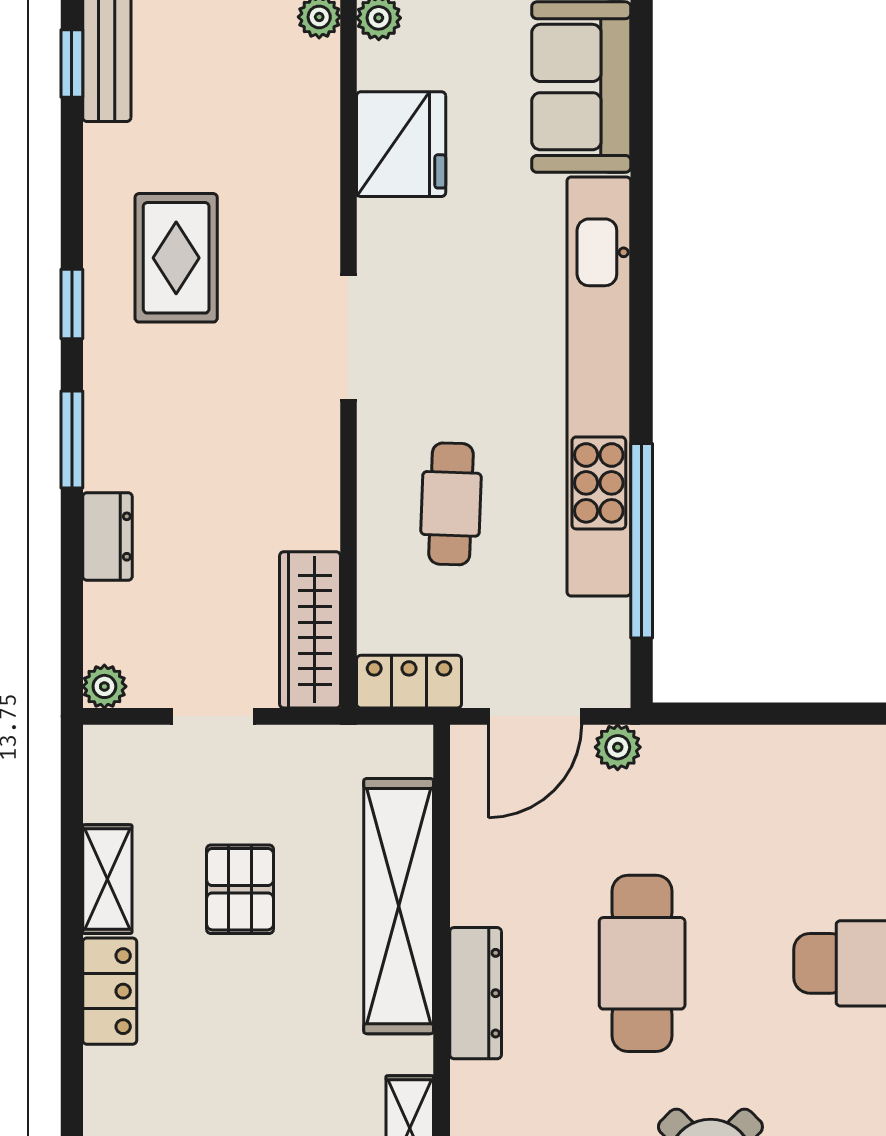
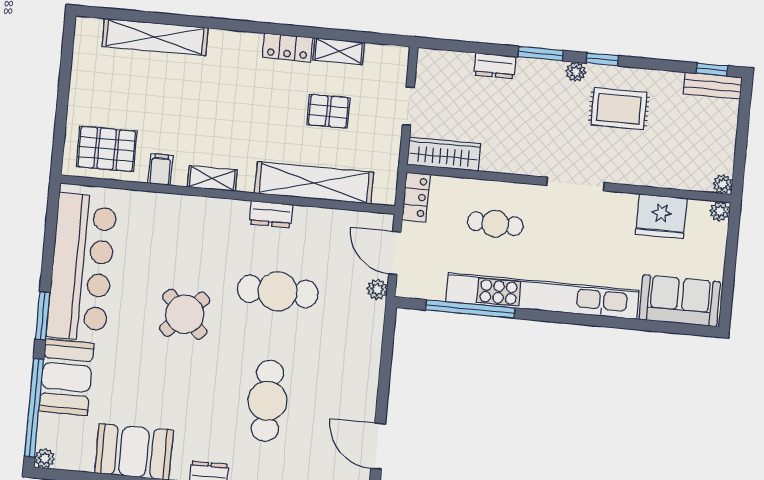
plant: (104, 686) -> (576, 72), moved
dresser: (476, 993) -> (271, 214), width x0.70

